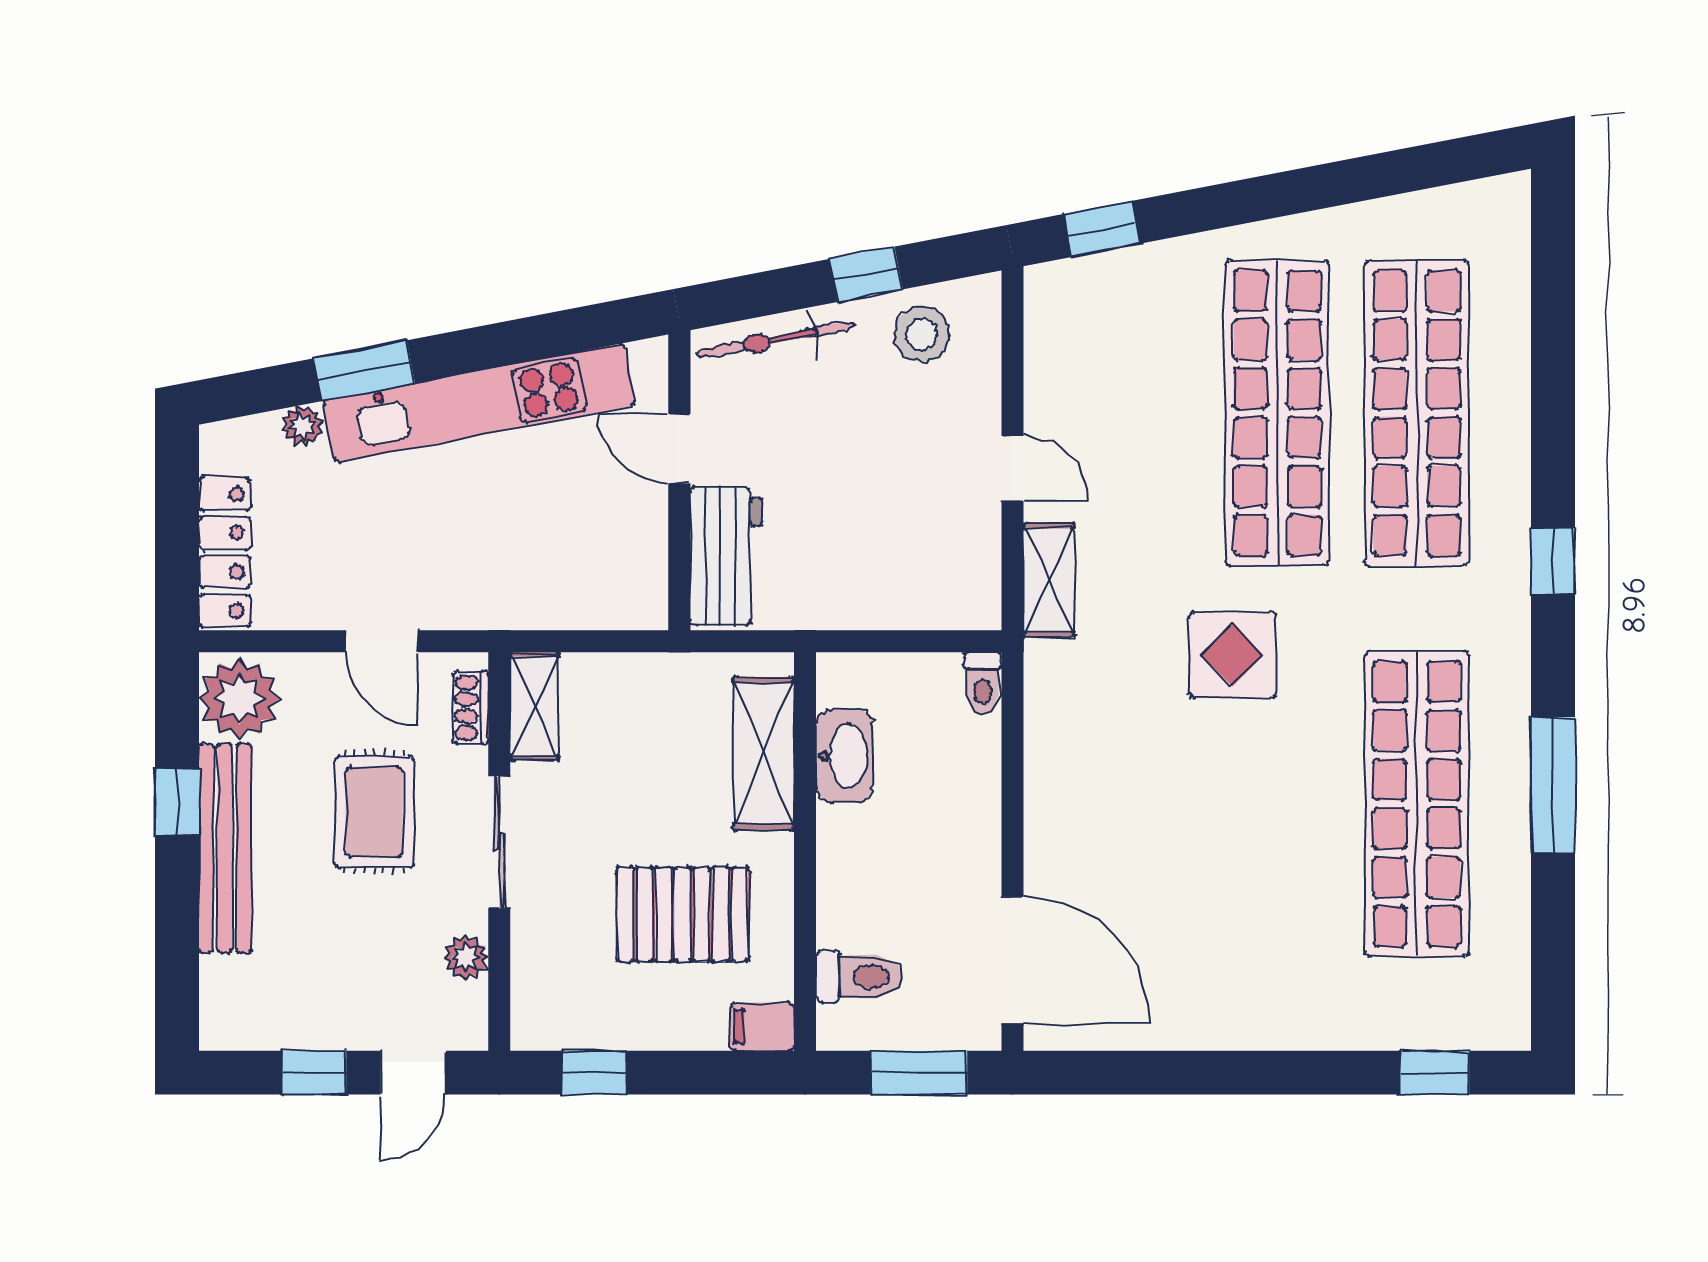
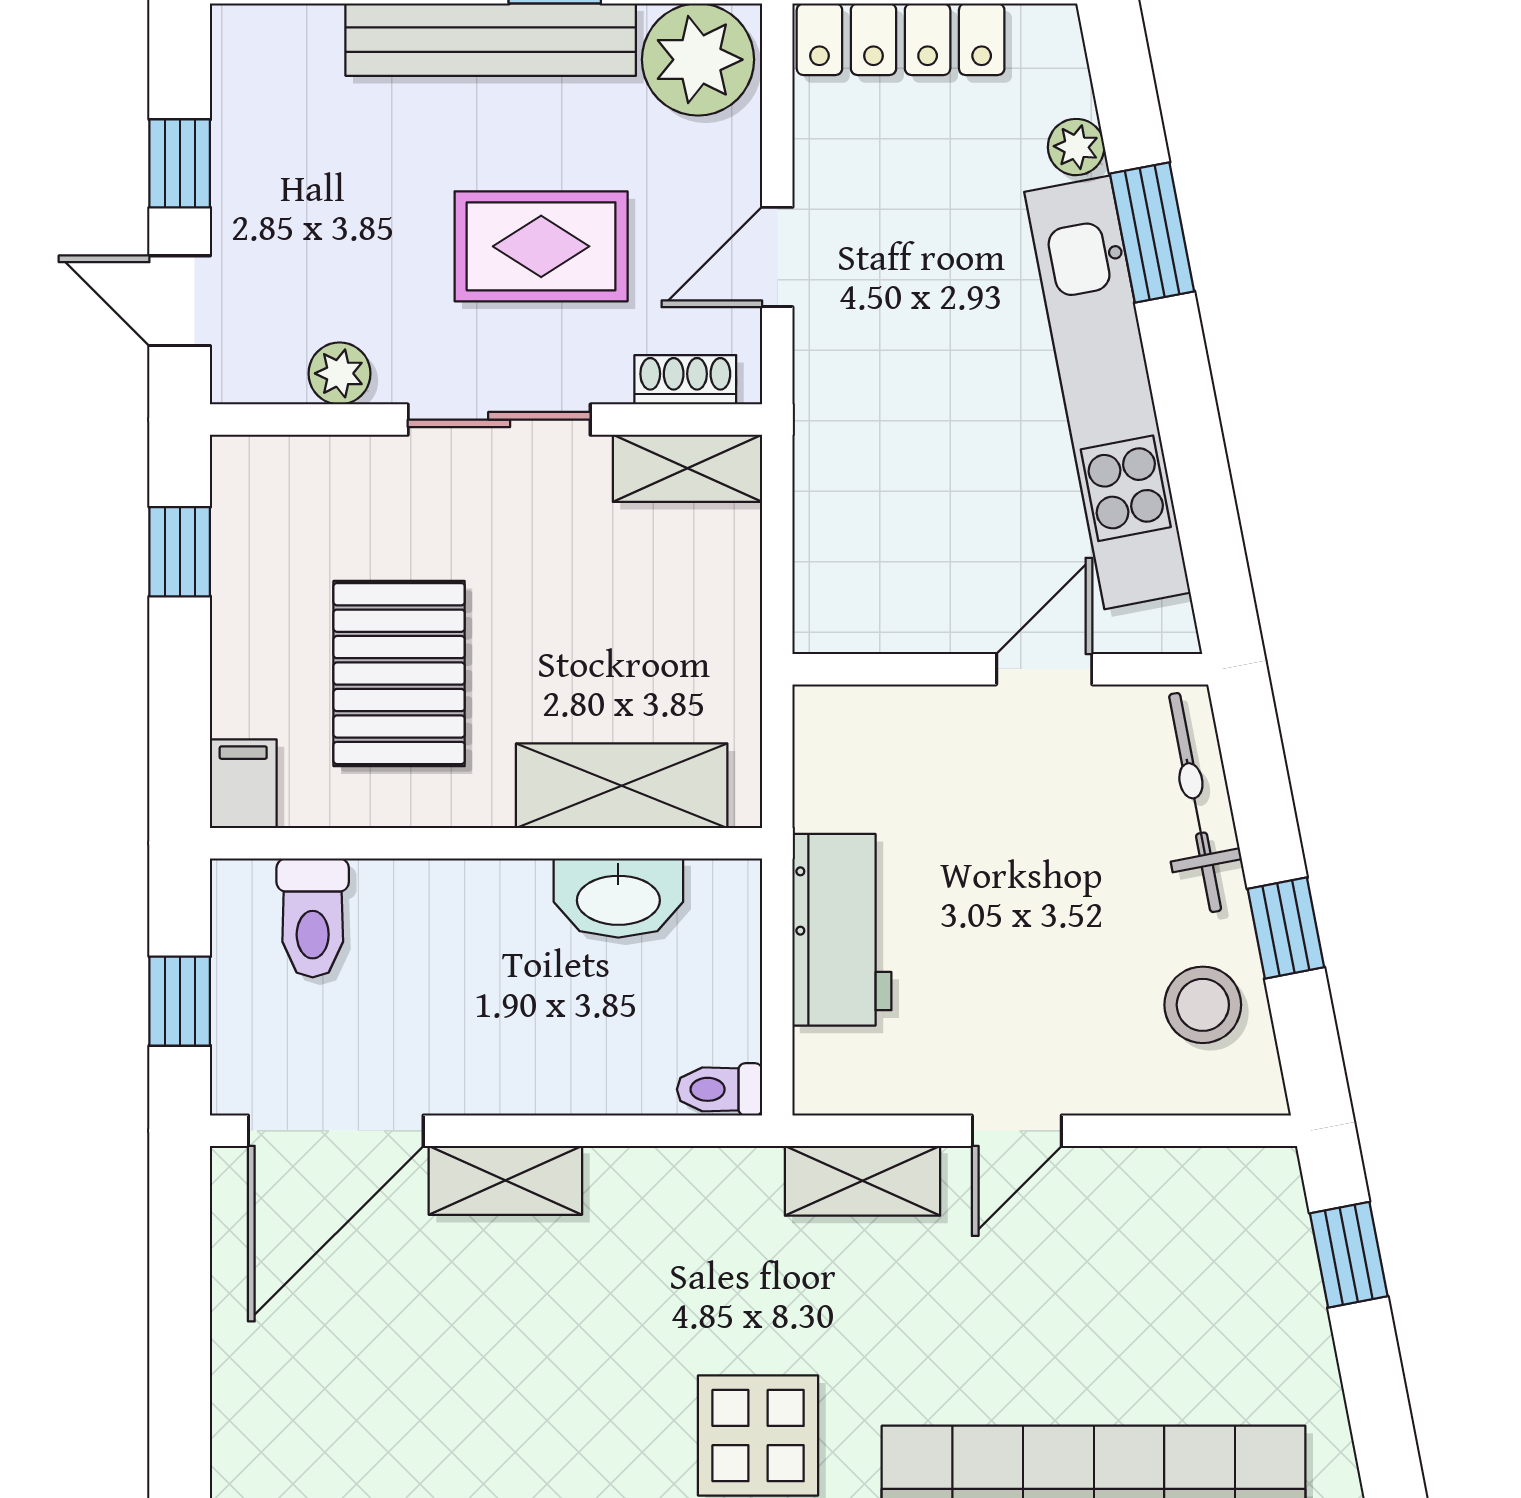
workbench: (726, 556) -> (842, 930), moved, turned -90
shelving: (1048, 838) -> (505, 1180), added
window: (919, 1073) -> (180, 1001), width x0.67

